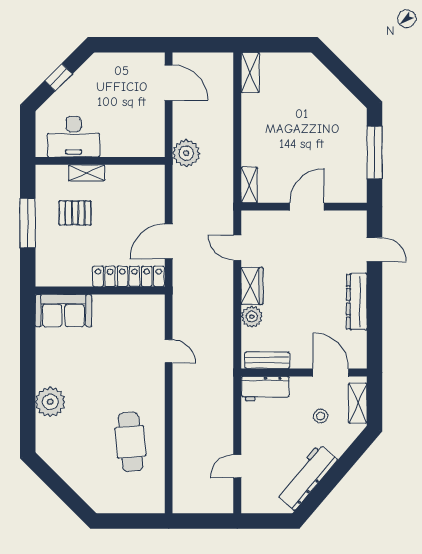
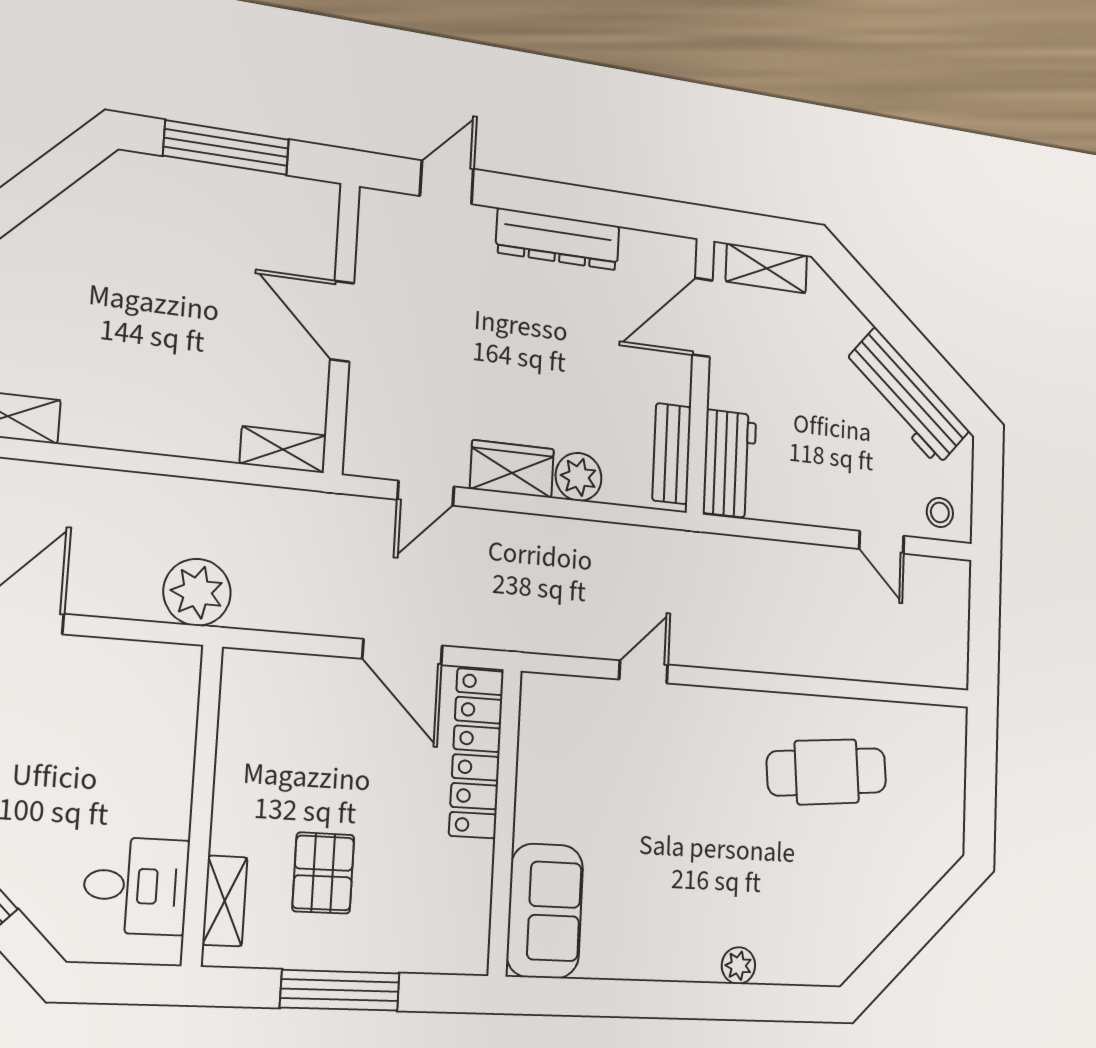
desk: (73, 137) -> (136, 886), width x0.73
shelving: (87, 173) -> (225, 901), moved
plant: (50, 402) -> (738, 966), width x0.53, depth x0.53
stool: (321, 416) -> (940, 512), moved

